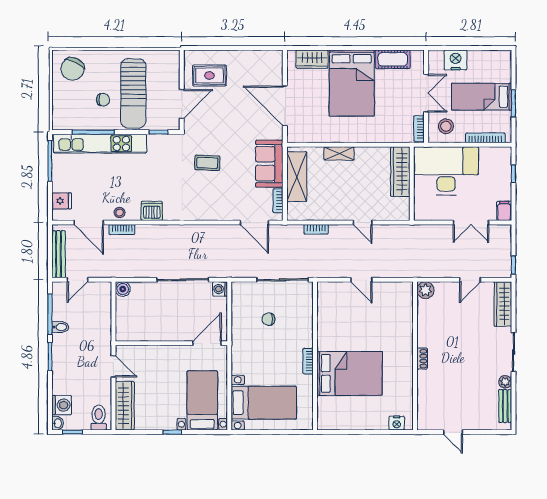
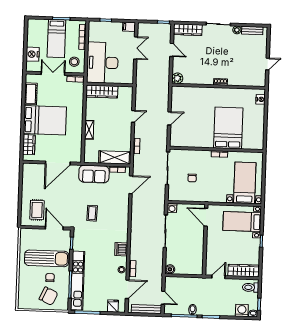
chair: (72, 69) -> (49, 296), moved
shelving: (297, 177) -> (115, 157), moved

